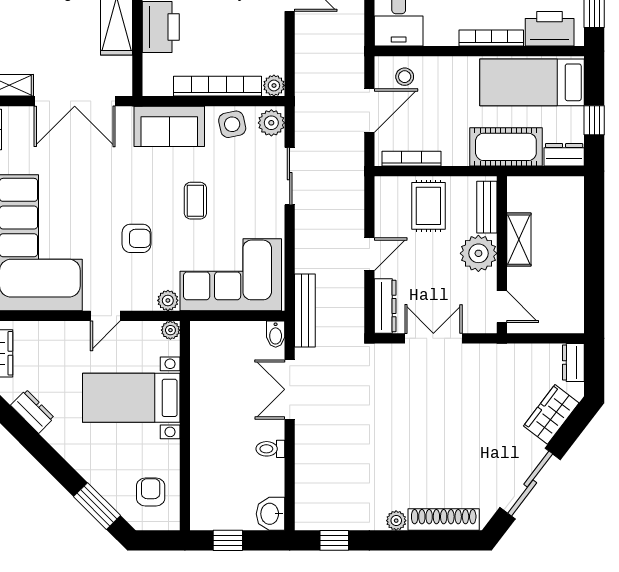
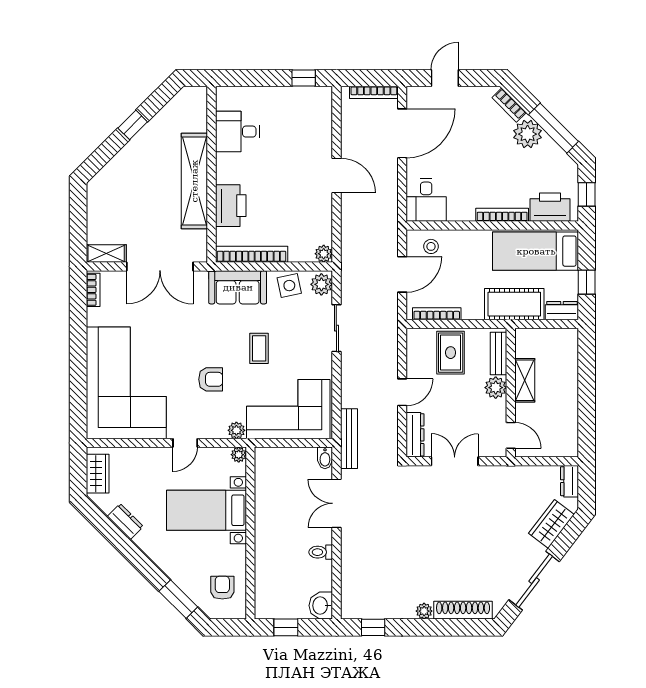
bookcase: (218, 86) -> (252, 254), moved
plant: (478, 253) -> (496, 388), width x0.73, depth x0.73

